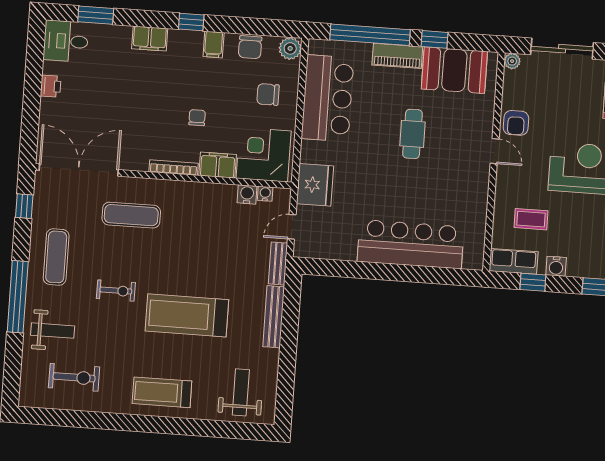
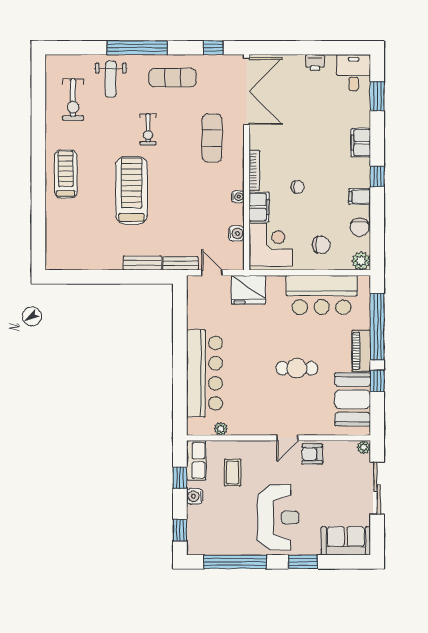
chair: (250, 47) -> (360, 227), turned -90
chair: (268, 94) -> (321, 245), turned 90
water cooler: (265, 194) -> (238, 197), moved
plant: (478, 229) -> (221, 429), added
bench: (274, 317) -> (142, 263), width x0.73
weight bench: (241, 392) -> (70, 240), removed

